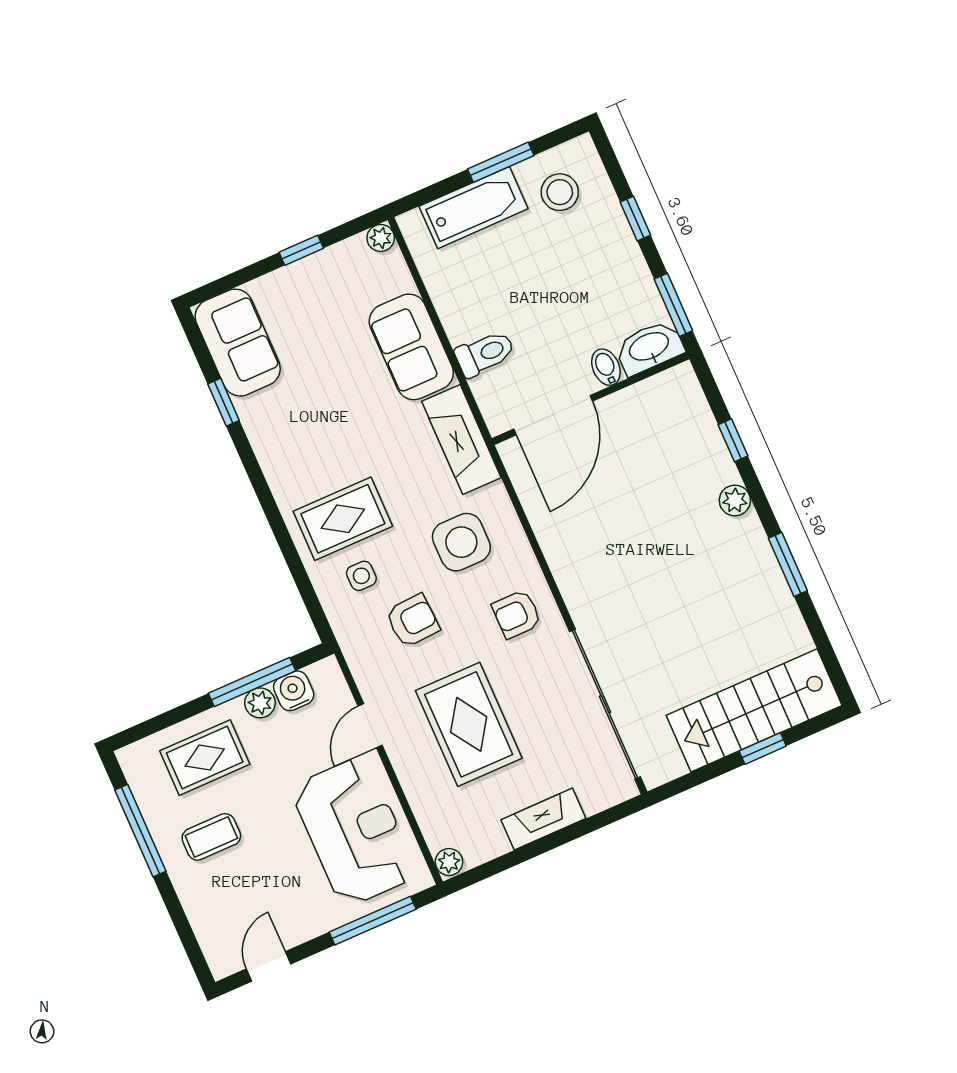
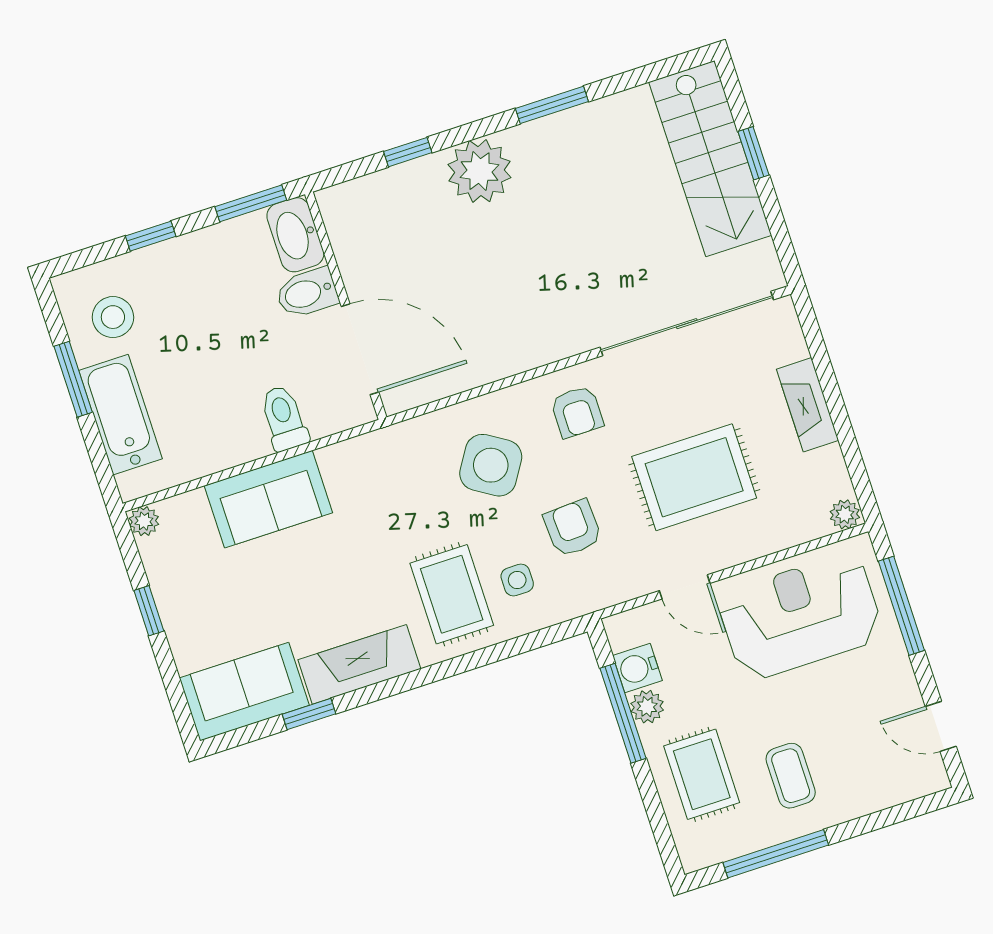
bidet: (606, 367) -> (307, 293), width x1.38, depth x1.36
fireplace: (461, 439) -> (359, 664), moved, turned 180
plant: (735, 500) -> (480, 171), width x1.88, depth x1.88
side table: (461, 542) -> (491, 465), turned 32

